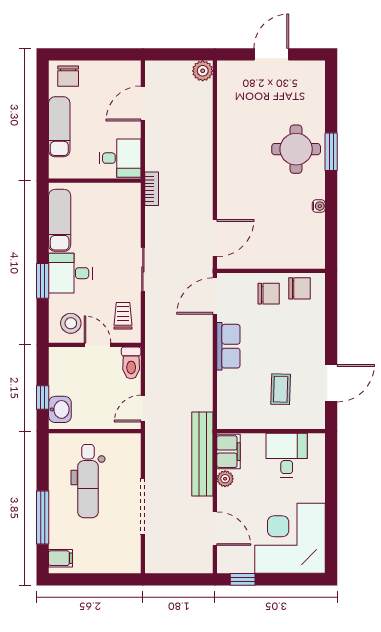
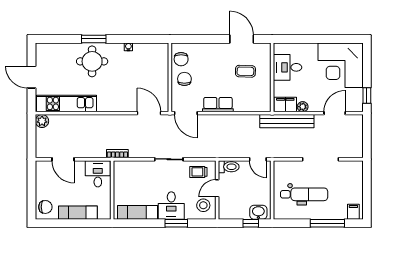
kitchen unit: (230, 109) -> (67, 103), added
chair: (300, 288) -> (181, 59), turned 180

